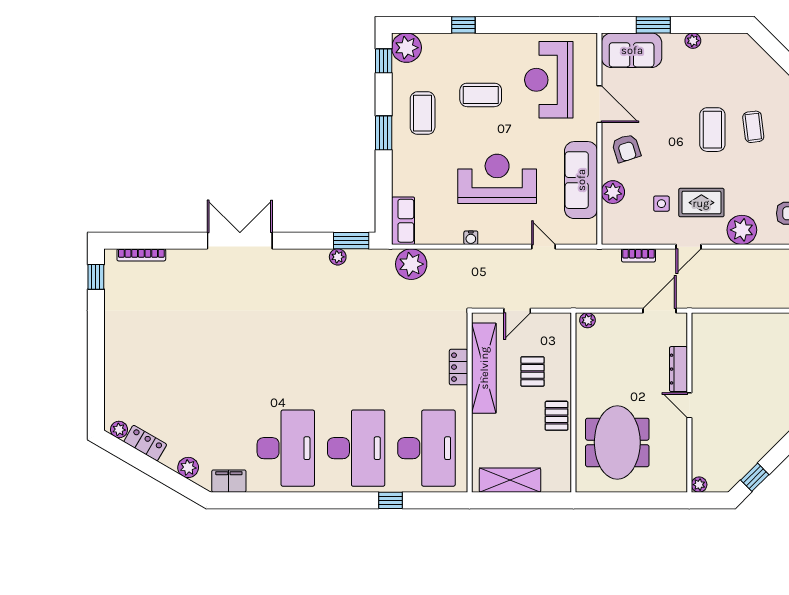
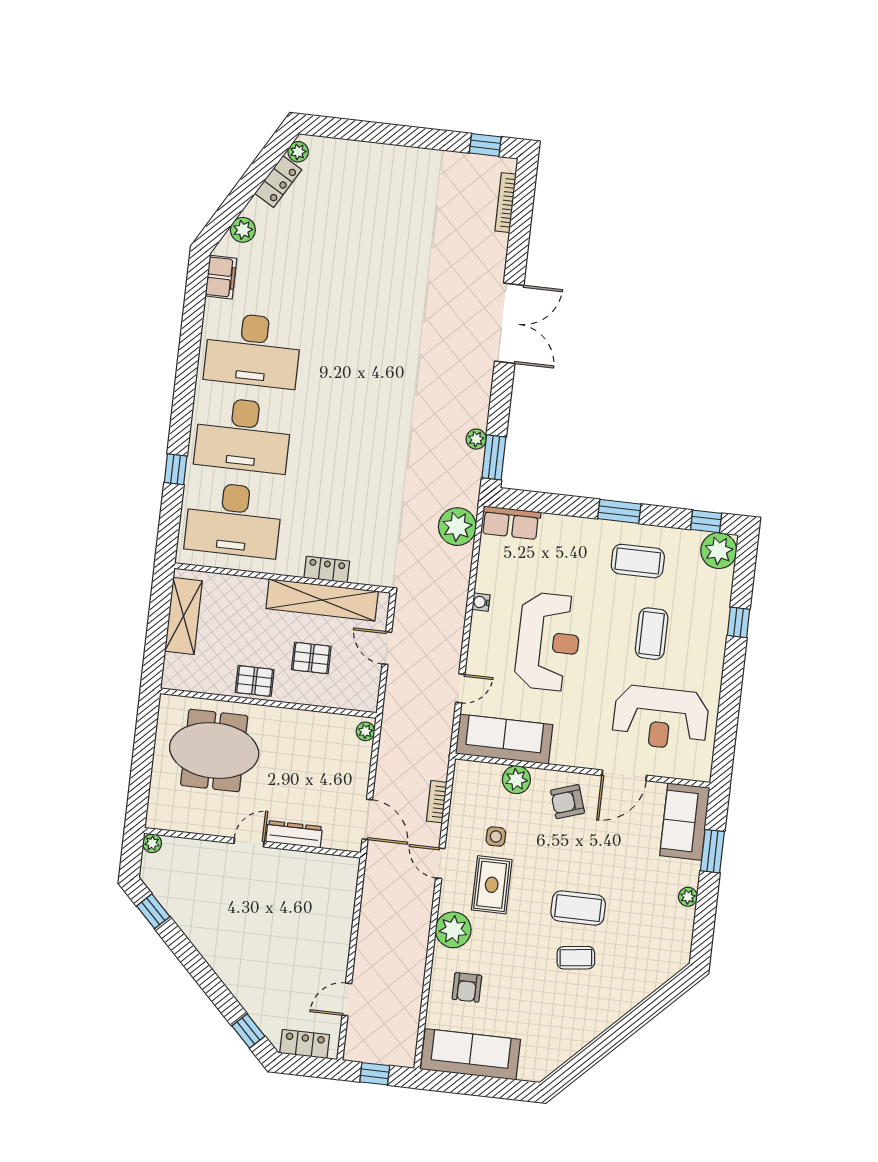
reception desk: (549, 80) -> (661, 718), turned 180
sofa: (581, 180) -> (504, 739), moved

